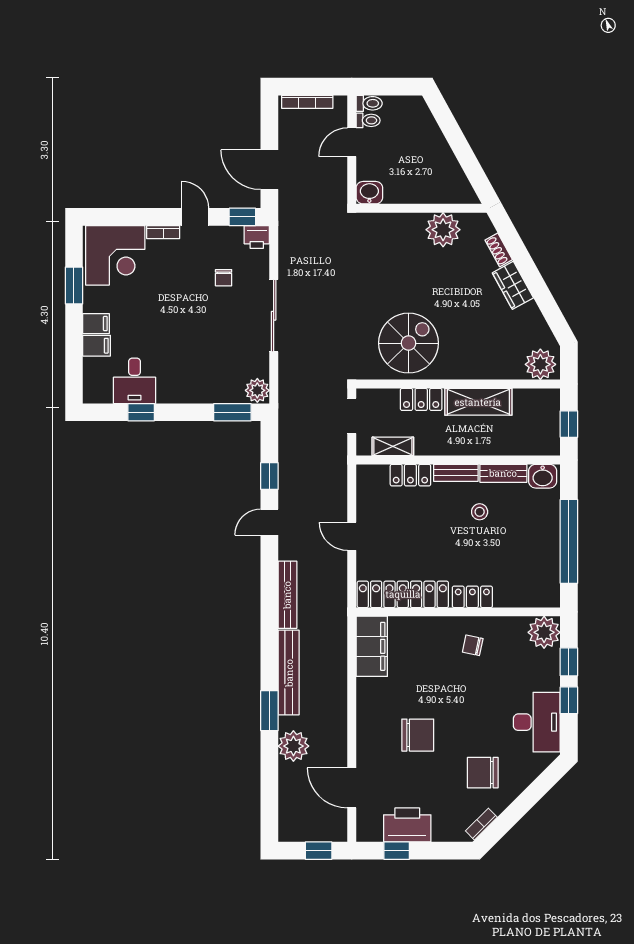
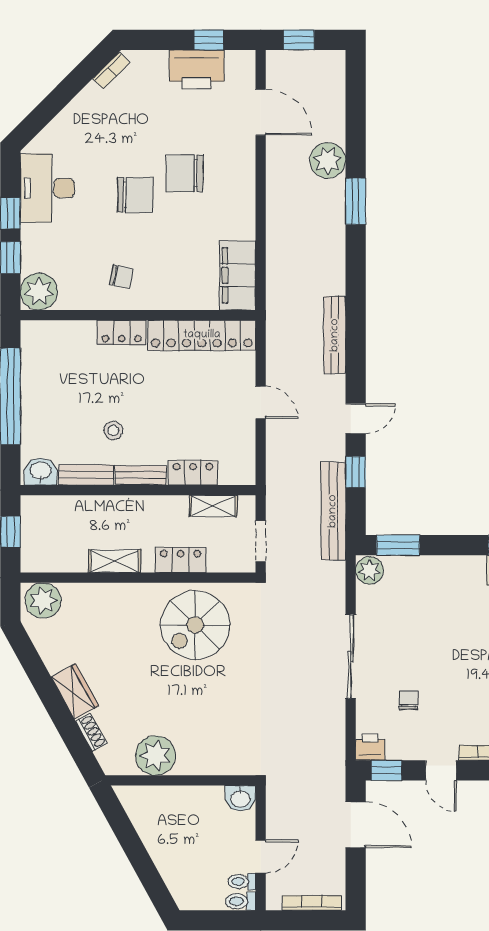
shelving: (478, 402) -> (115, 561), width x0.67, depth x0.75
bench: (289, 673) -> (333, 511), moved
chair: (483, 773) -> (135, 195), moved

